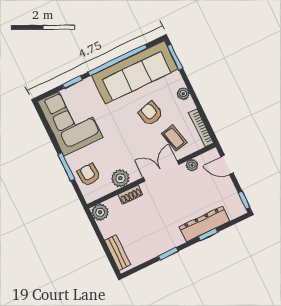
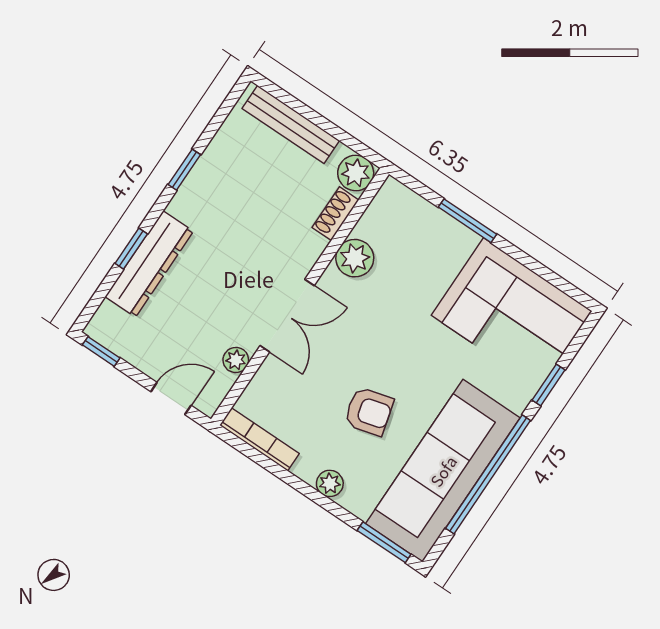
coffee table: (174, 138) -> (298, 391), removed
armchair: (89, 175) -> (417, 230), removed
shoe rack: (130, 195) -> (335, 214), moved
bench: (117, 252) -> (291, 124), width x1.36

